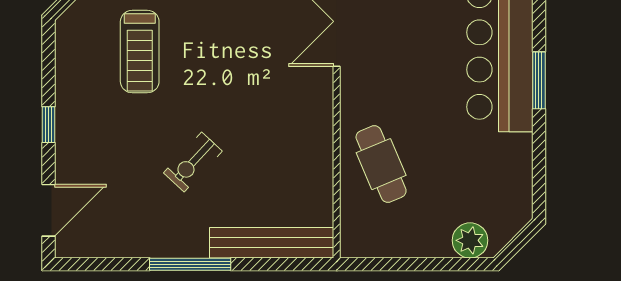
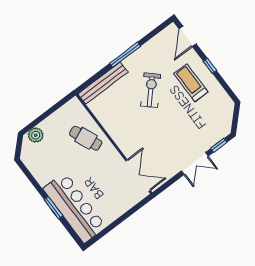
treadmill: (140, 52) -> (191, 83), moved
exercise bike: (193, 162) -> (151, 90), width x1.38, depth x1.39

